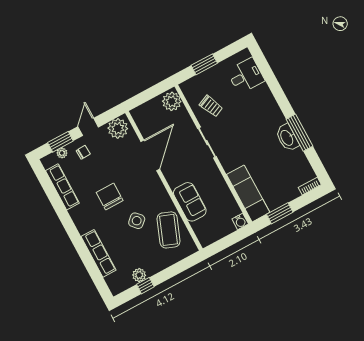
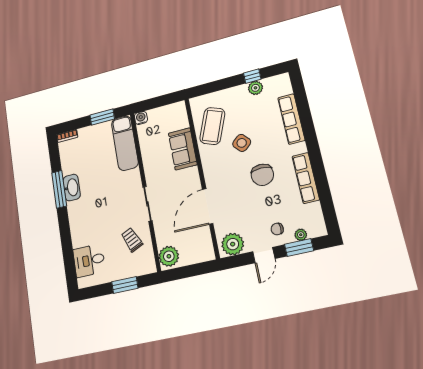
row of seats: (62, 187) -> (306, 178), moved

